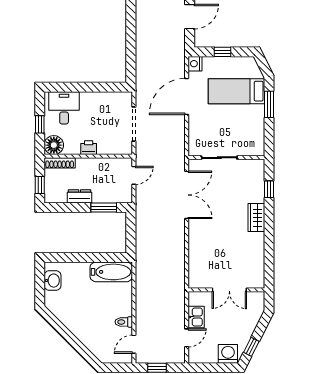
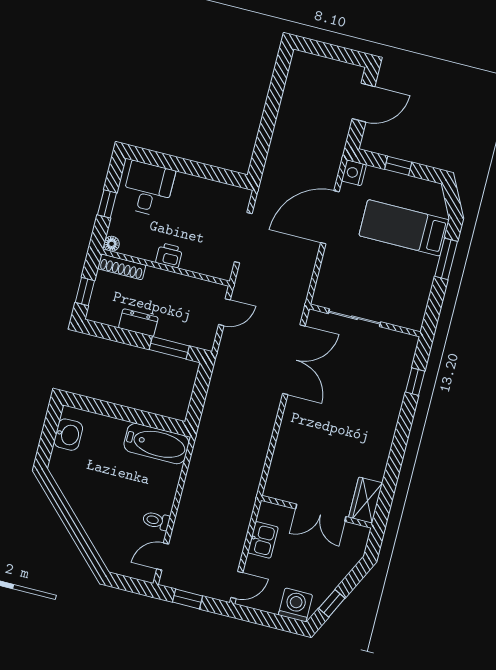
floor lamp: (54, 145) -> (112, 244), width x0.53, depth x0.53
wardrobe: (256, 218) -> (366, 500), moved
door: (187, 338) -> (237, 585), moved

